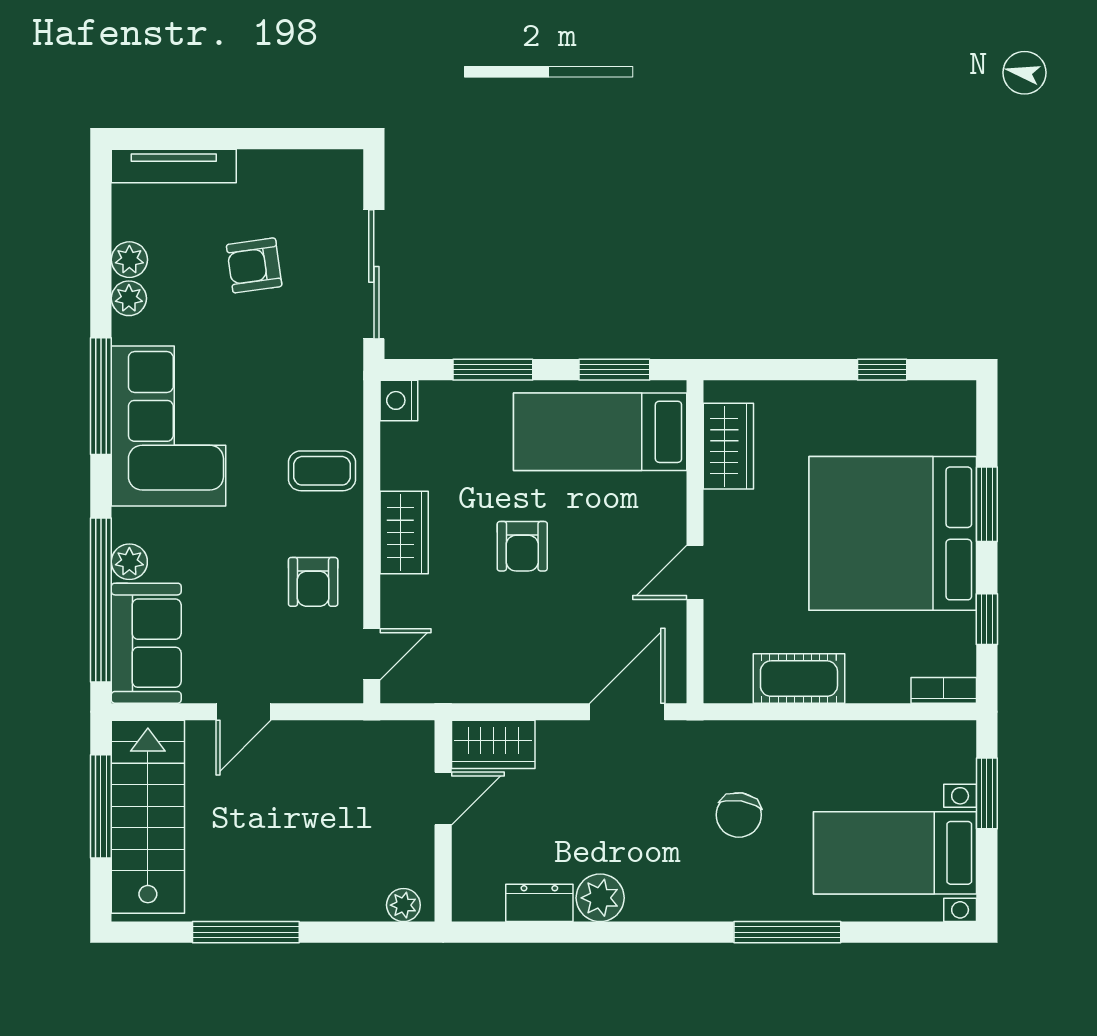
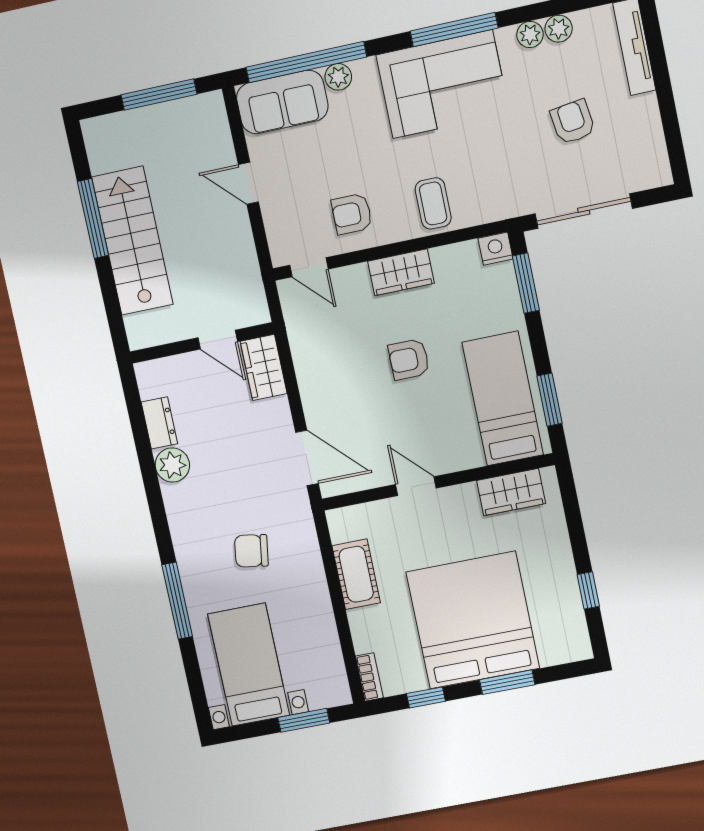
window: (493, 370) -> (526, 283), moved
stairs: (148, 817) -> (132, 241), moved, turned -90
plant: (403, 905) -> (137, 327), removed

